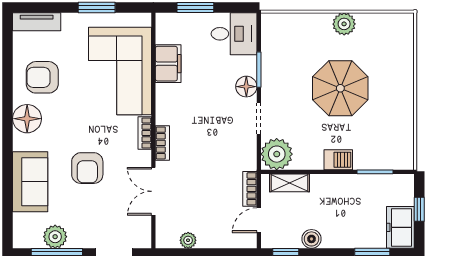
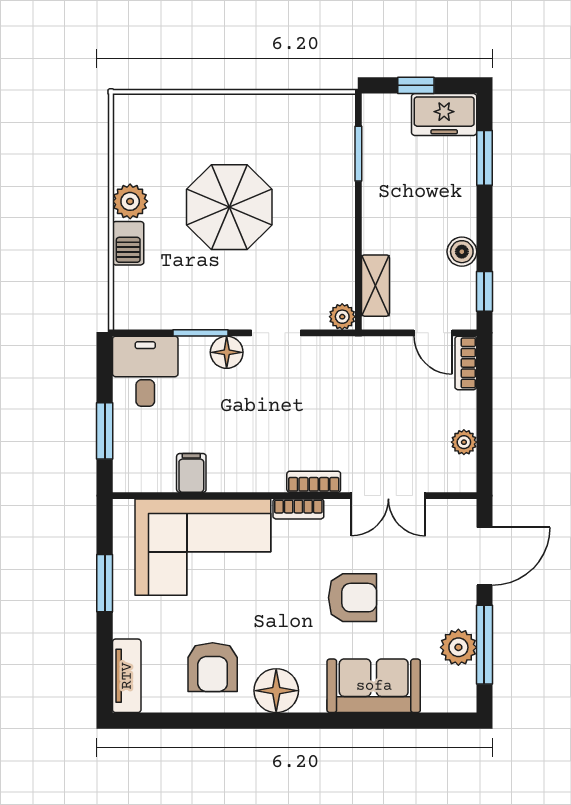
filing cabinet: (168, 64) -> (191, 473), width x0.50
plant: (277, 154) -> (342, 317), width x0.53, depth x0.53
barbecue: (338, 160) -> (128, 243), moved, turned 180
bookcase: (250, 189) -> (466, 363), moved, turned 90

